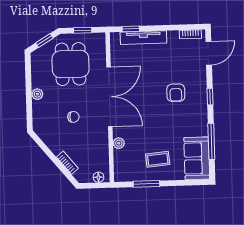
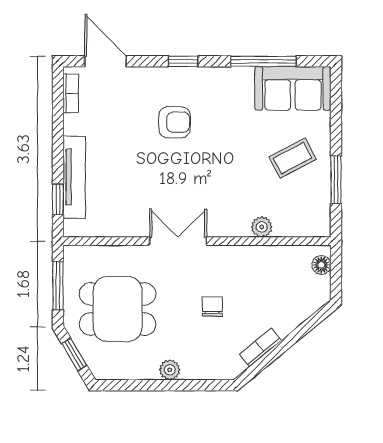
window: (83, 30) -> (58, 286), width x1.50
double door: (109, 97) -> (178, 241), width x0.54
coffee table: (158, 159) -> (293, 158), turned 67
bookcase: (67, 163) -> (261, 347), moved

